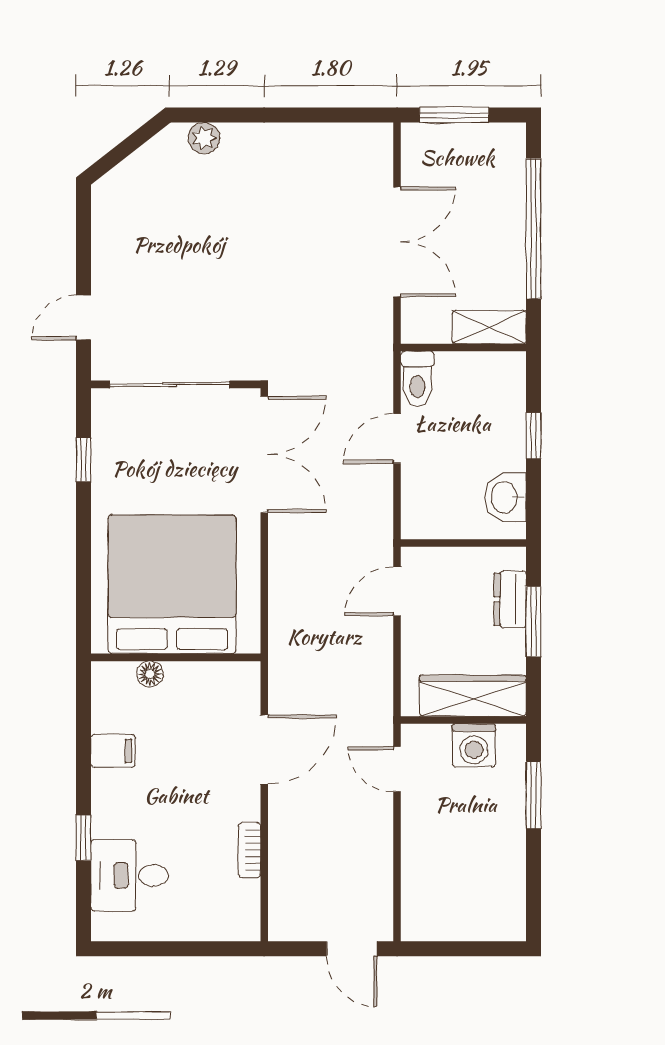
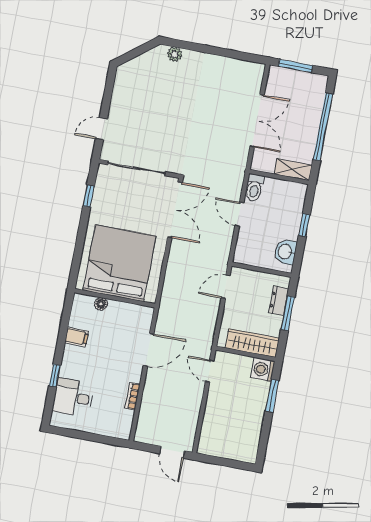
door: (397, 439) -> (239, 214), hinge flipped
washing machine: (474, 745) -> (263, 369), moved, turned 90

